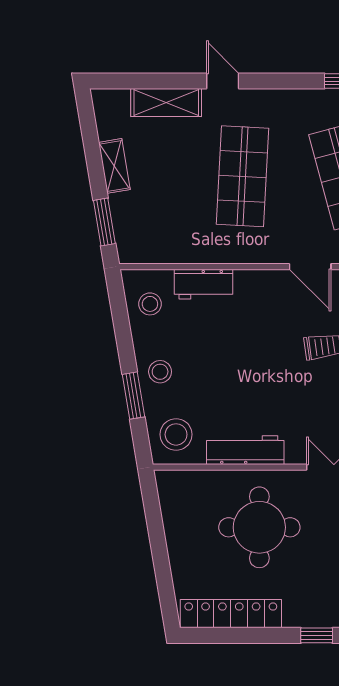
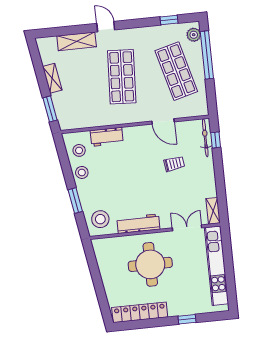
stool: (160, 372) -> (82, 172), moved

